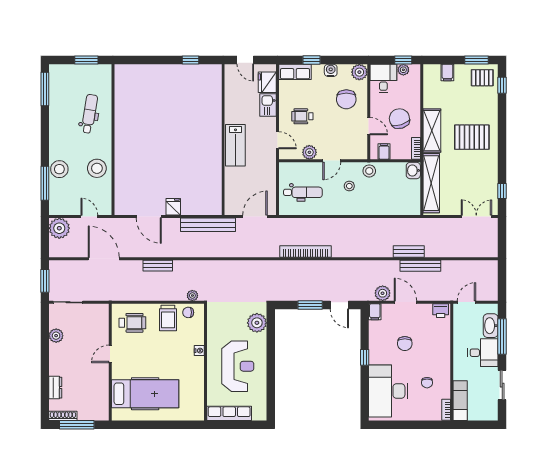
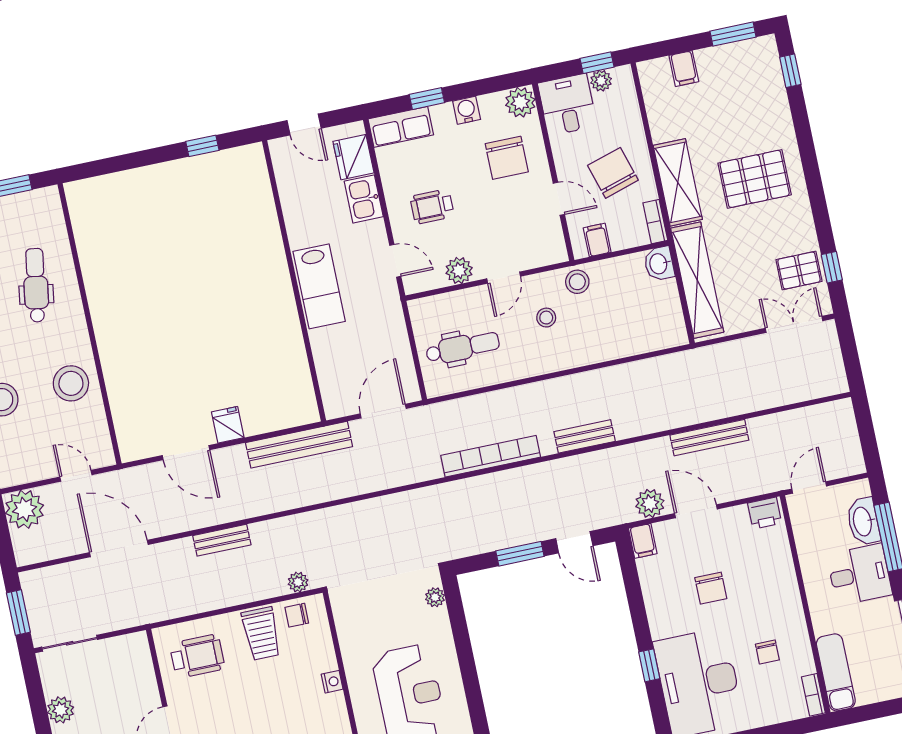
pallet: (482, 78) -> (799, 270), moved
bench: (409, 251) -> (585, 436), moved
plant: (257, 323) -> (435, 597), width x0.53, depth x0.53
window: (365, 357) -> (649, 665), moved

